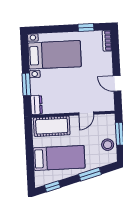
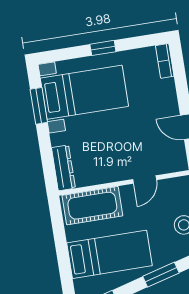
window: (86, 28) -> (103, 48), moved
window: (26, 84) -> (39, 106), moved
dresser: (36, 105) -> (63, 168), width x1.44

